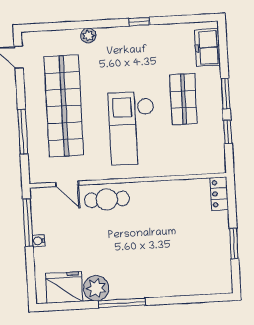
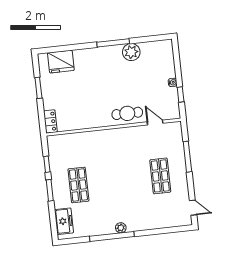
window: (139, 22) -> (112, 236), width x3.17
plant: (88, 36) -> (121, 228), moved
shop shelf: (64, 106) -> (160, 176), width x0.50, depth x0.74
checkout: (132, 128) -> (113, 163), removed
window: (28, 223) -> (181, 94), width x0.46
fridge: (64, 287) -> (61, 62), moved

